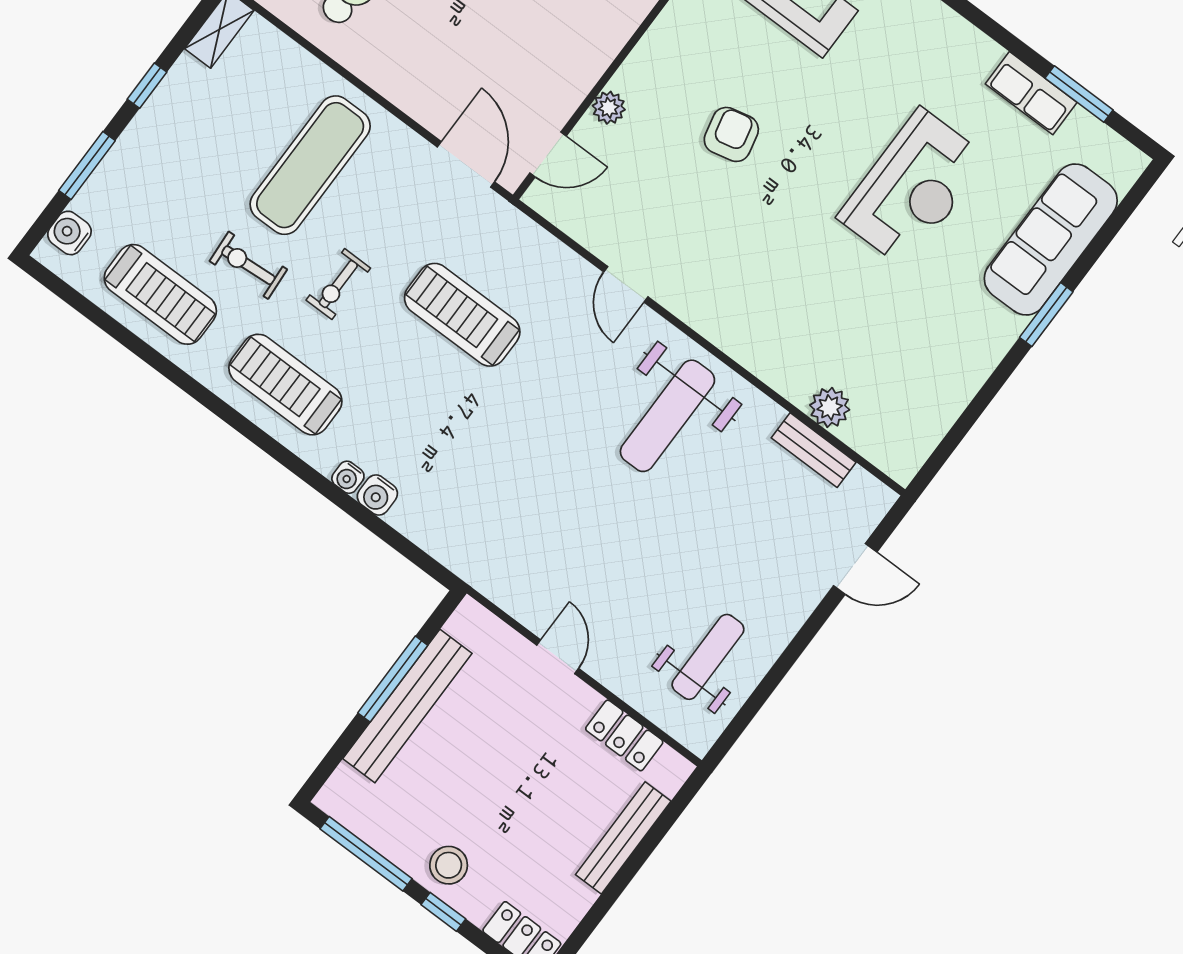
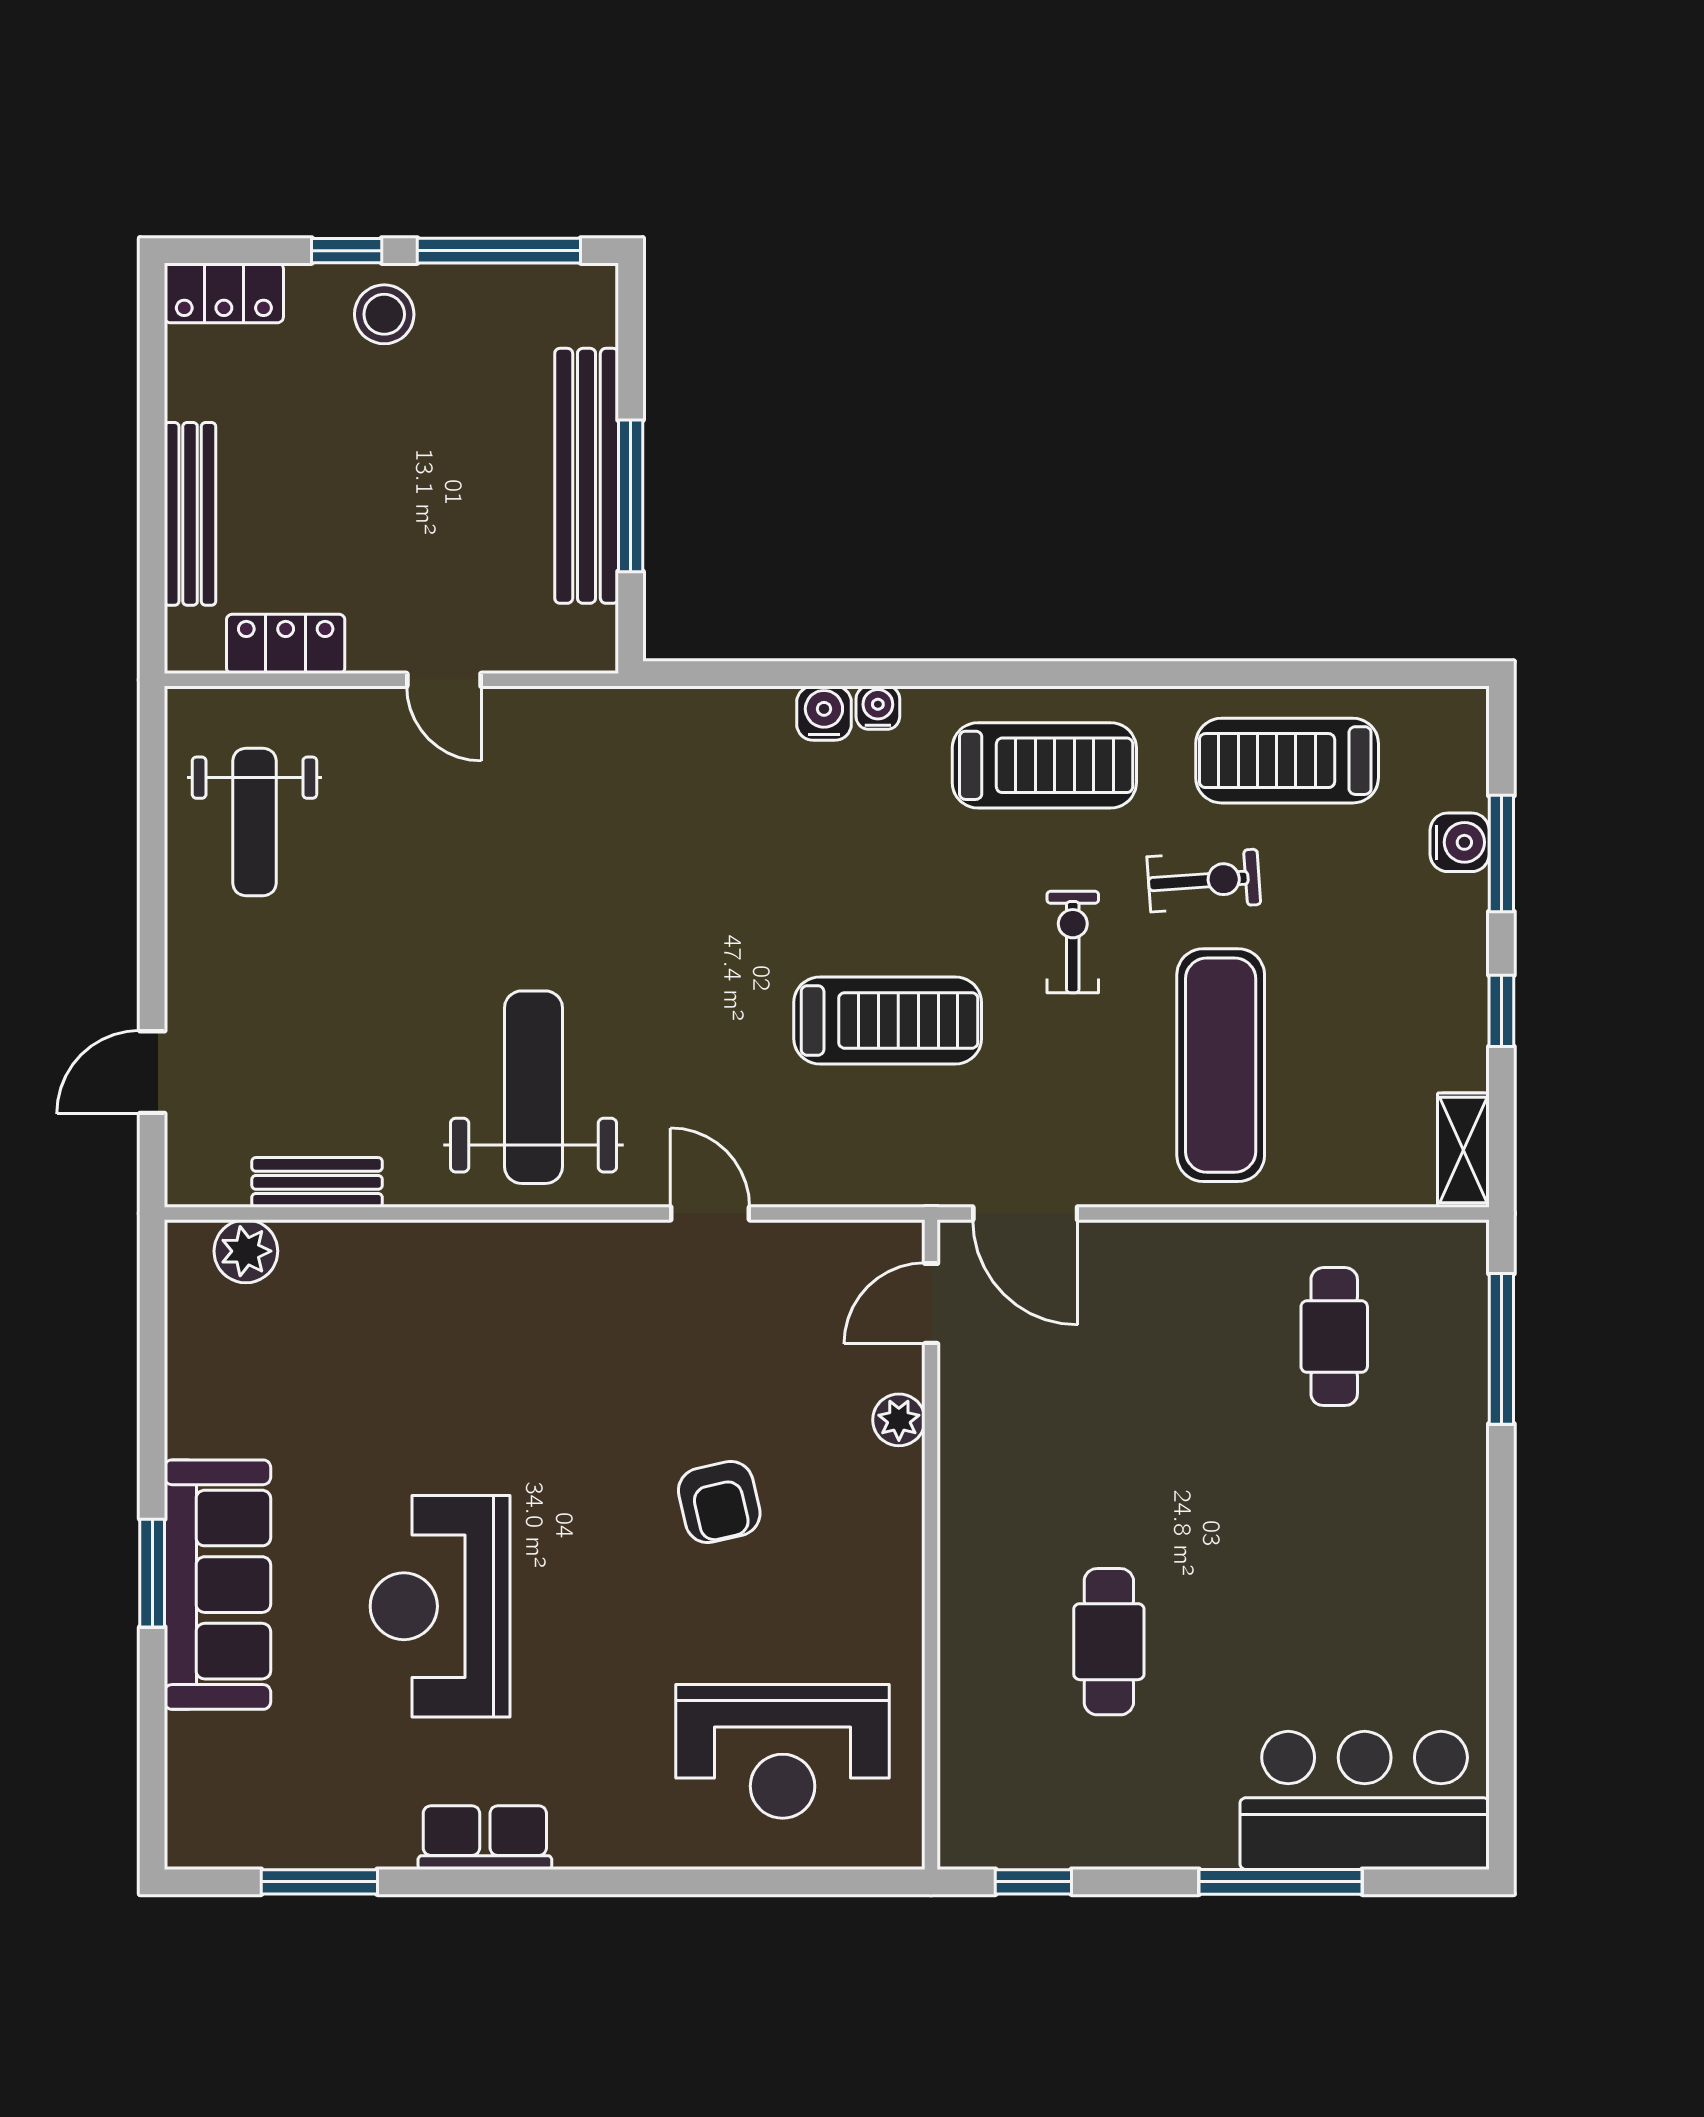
row of seats: (1031, 93) -> (485, 1838), moved
water cooler: (69, 233) -> (1460, 842), moved
sofa: (1051, 239) -> (217, 1585), moved
plant: (830, 407) -> (246, 1251), moved

